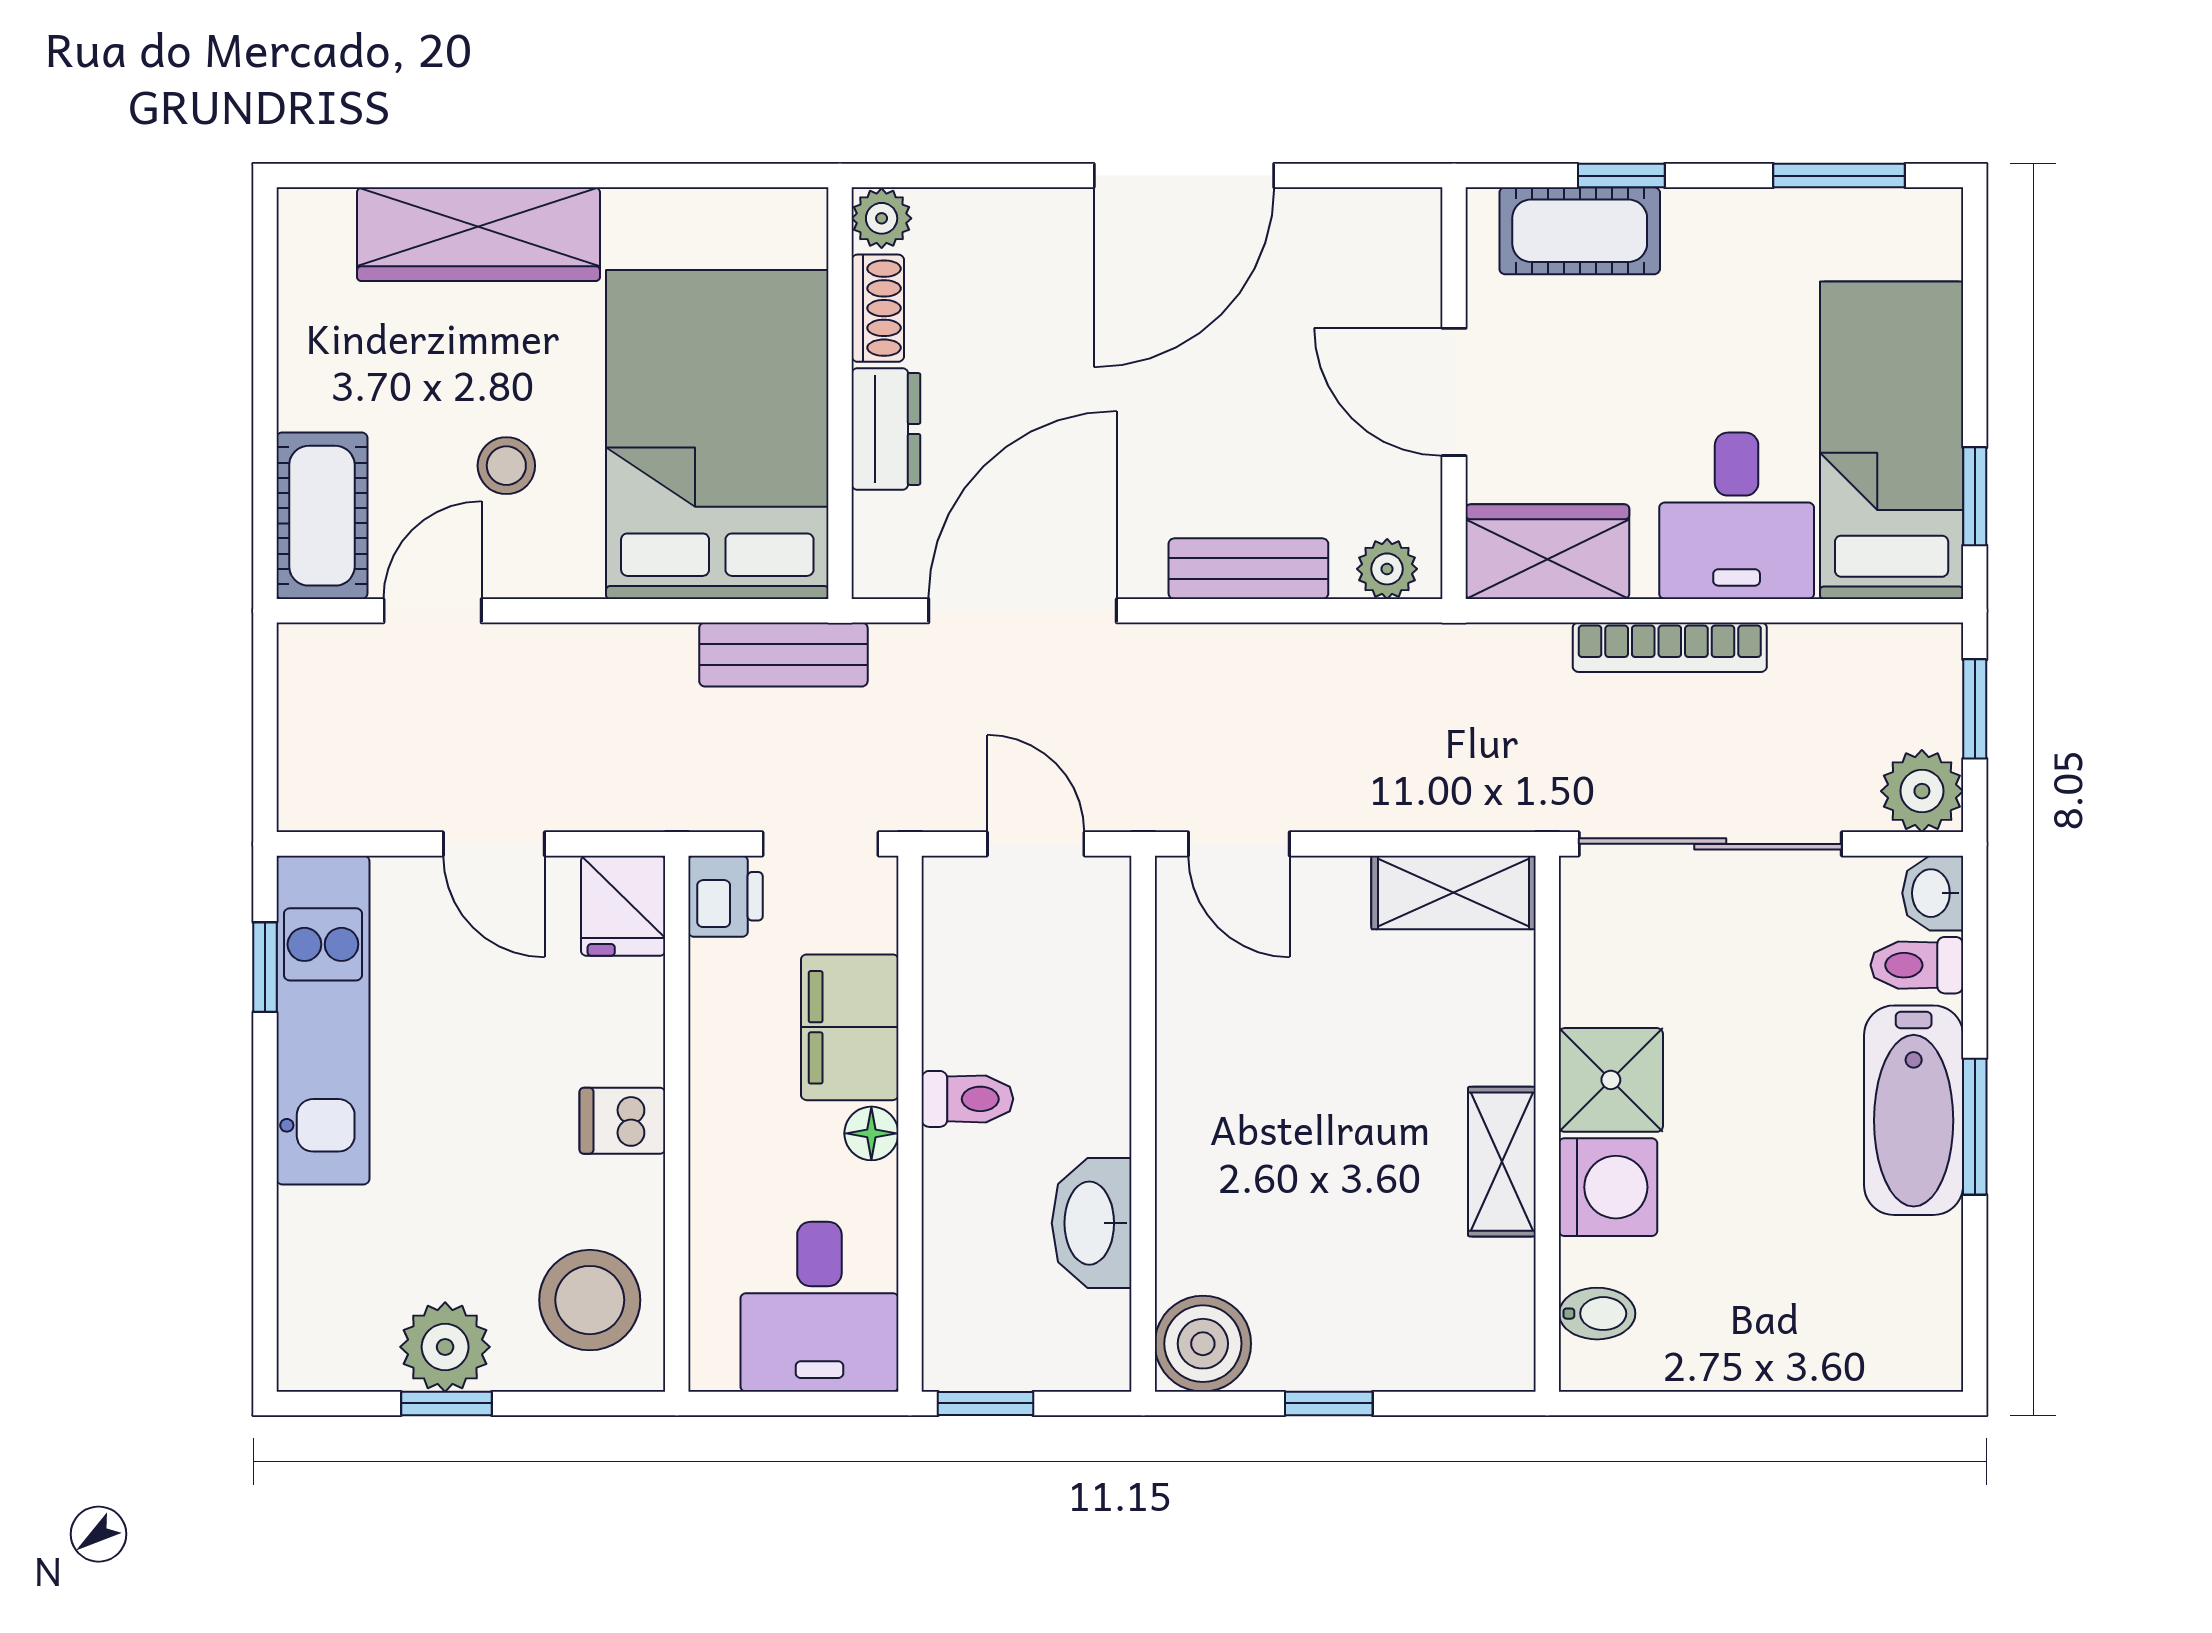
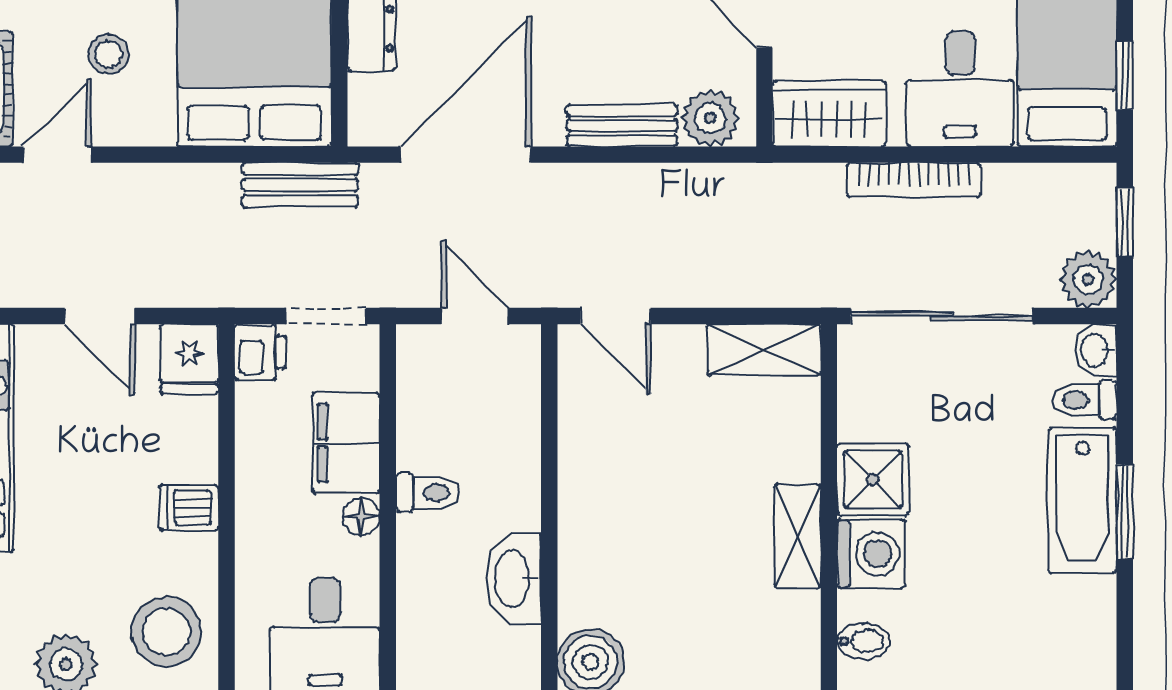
plant: (1387, 569) -> (710, 118), width x1.38, depth x1.38

